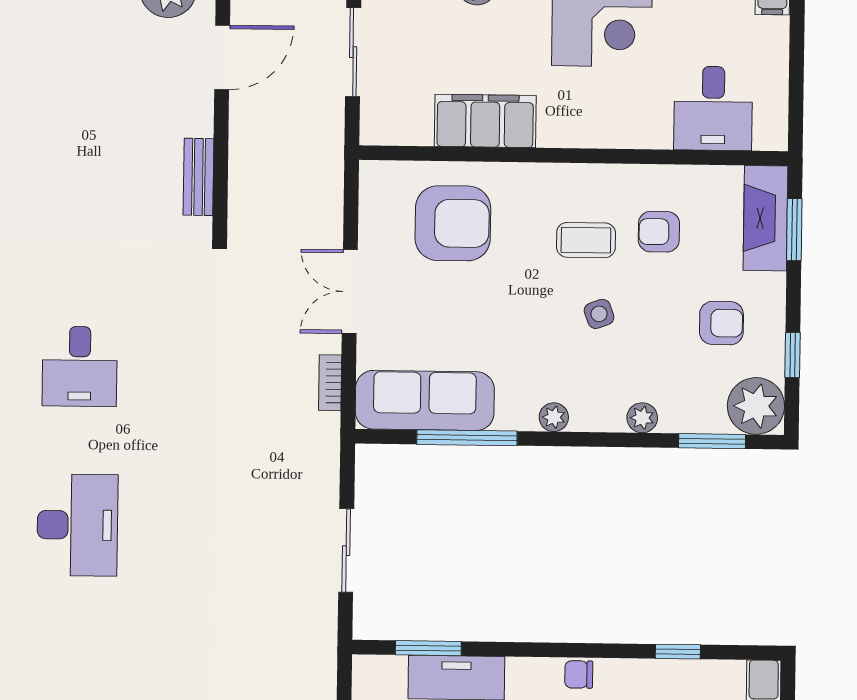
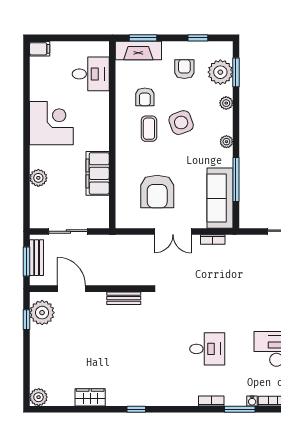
armchair: (453, 223) -> (157, 192), moved, turned 180
side table: (599, 314) -> (181, 123), width x1.87, depth x1.87
plant: (756, 406) -> (220, 72), moved

